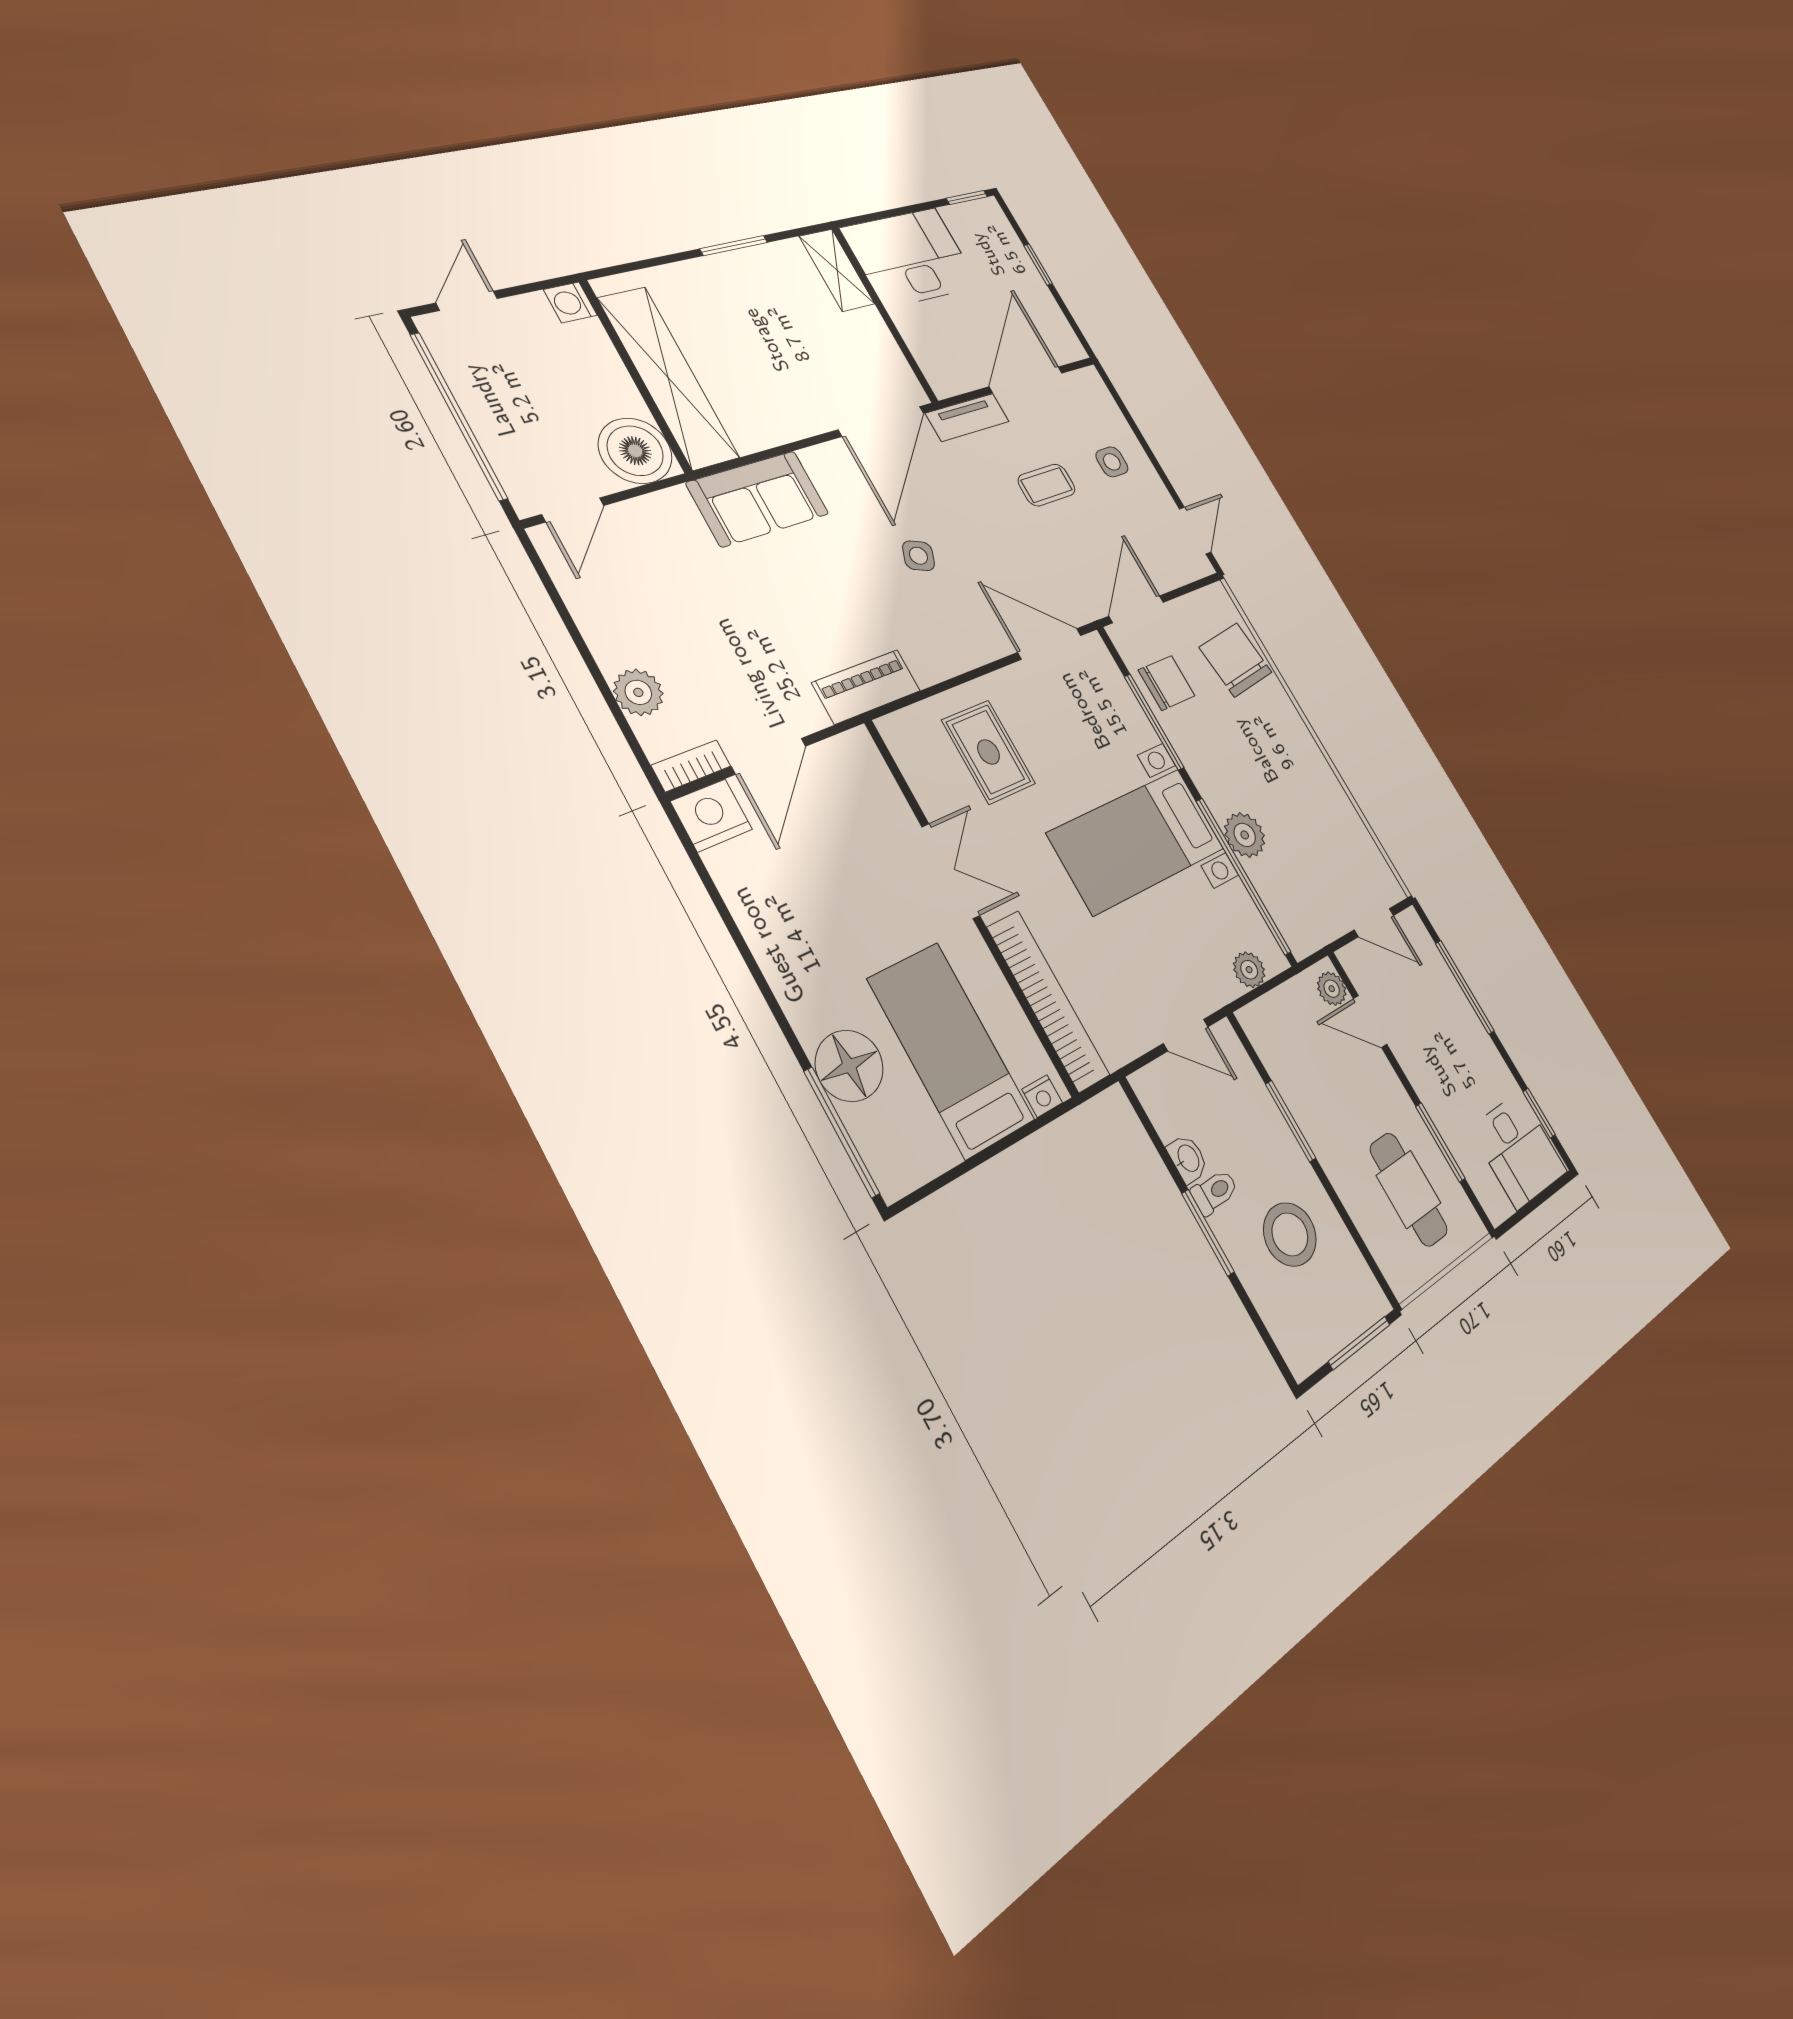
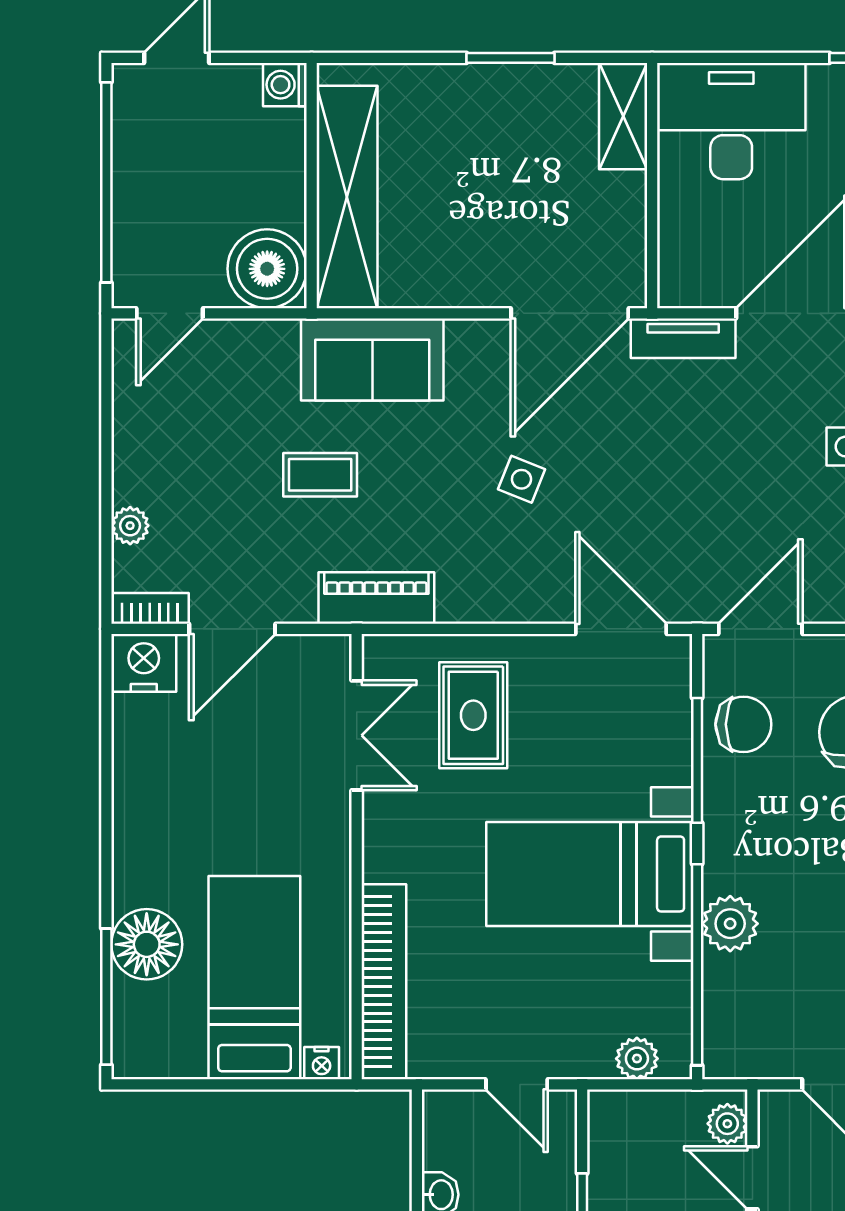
coffee table: (1047, 485) -> (320, 475), moved
plant: (638, 692) -> (130, 526), width x0.73, depth x0.73
double door: (951, 871) -> (357, 735), moved

